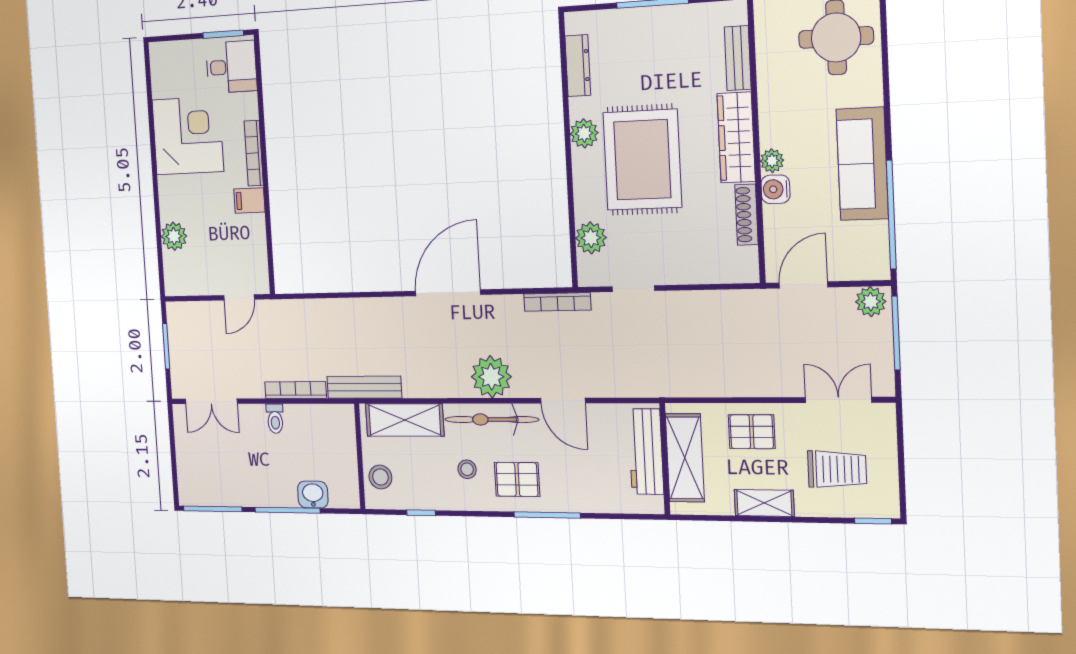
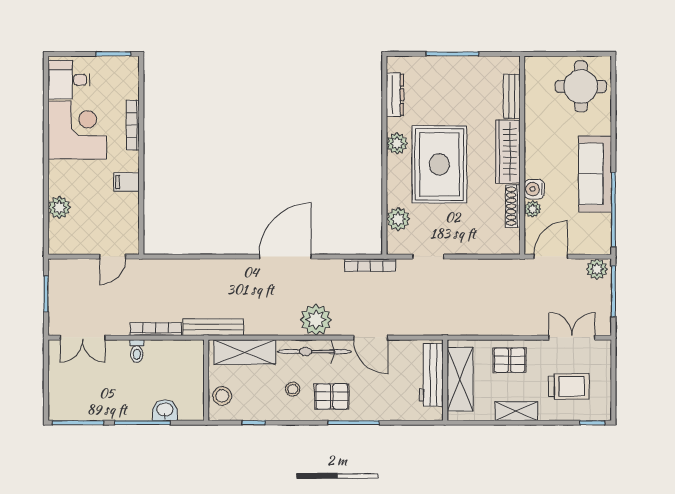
desk: (231, 67) -> (69, 80), moved, turned 180
bookcase: (254, 153) -> (133, 125), moved
plant: (772, 161) -> (533, 209), moved

